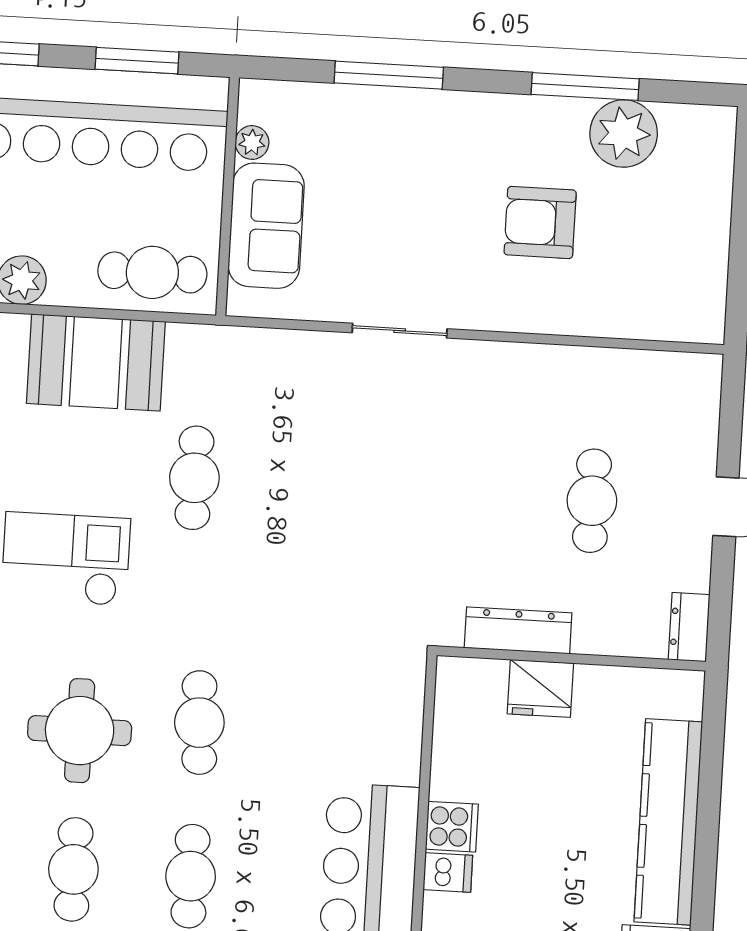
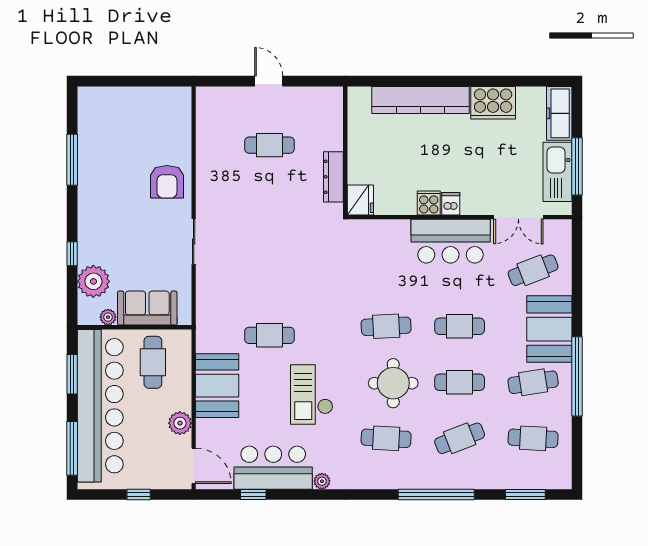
window: (389, 75) -> (72, 254), width x0.46
plant: (624, 133) -> (93, 281), moved
armchair: (540, 222) -> (167, 182), moved
cafe table: (152, 272) -> (153, 362), moved
dresser: (689, 627) -> (327, 95), removed
fridge: (540, 688) -> (360, 200), moved

